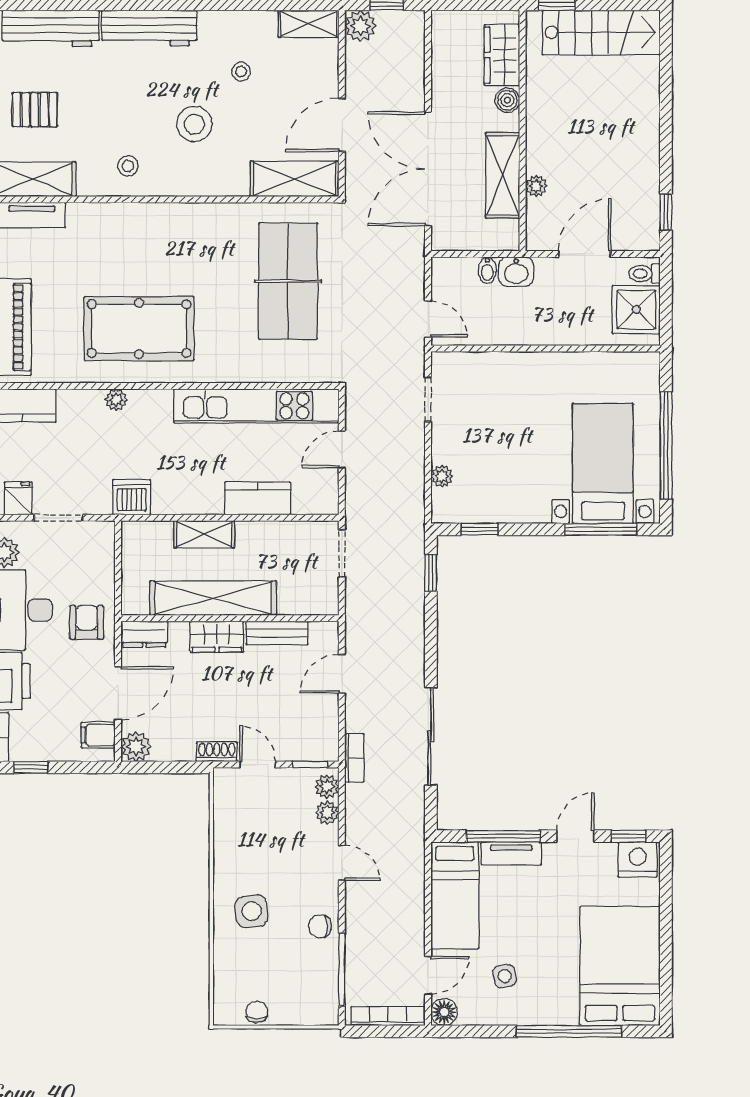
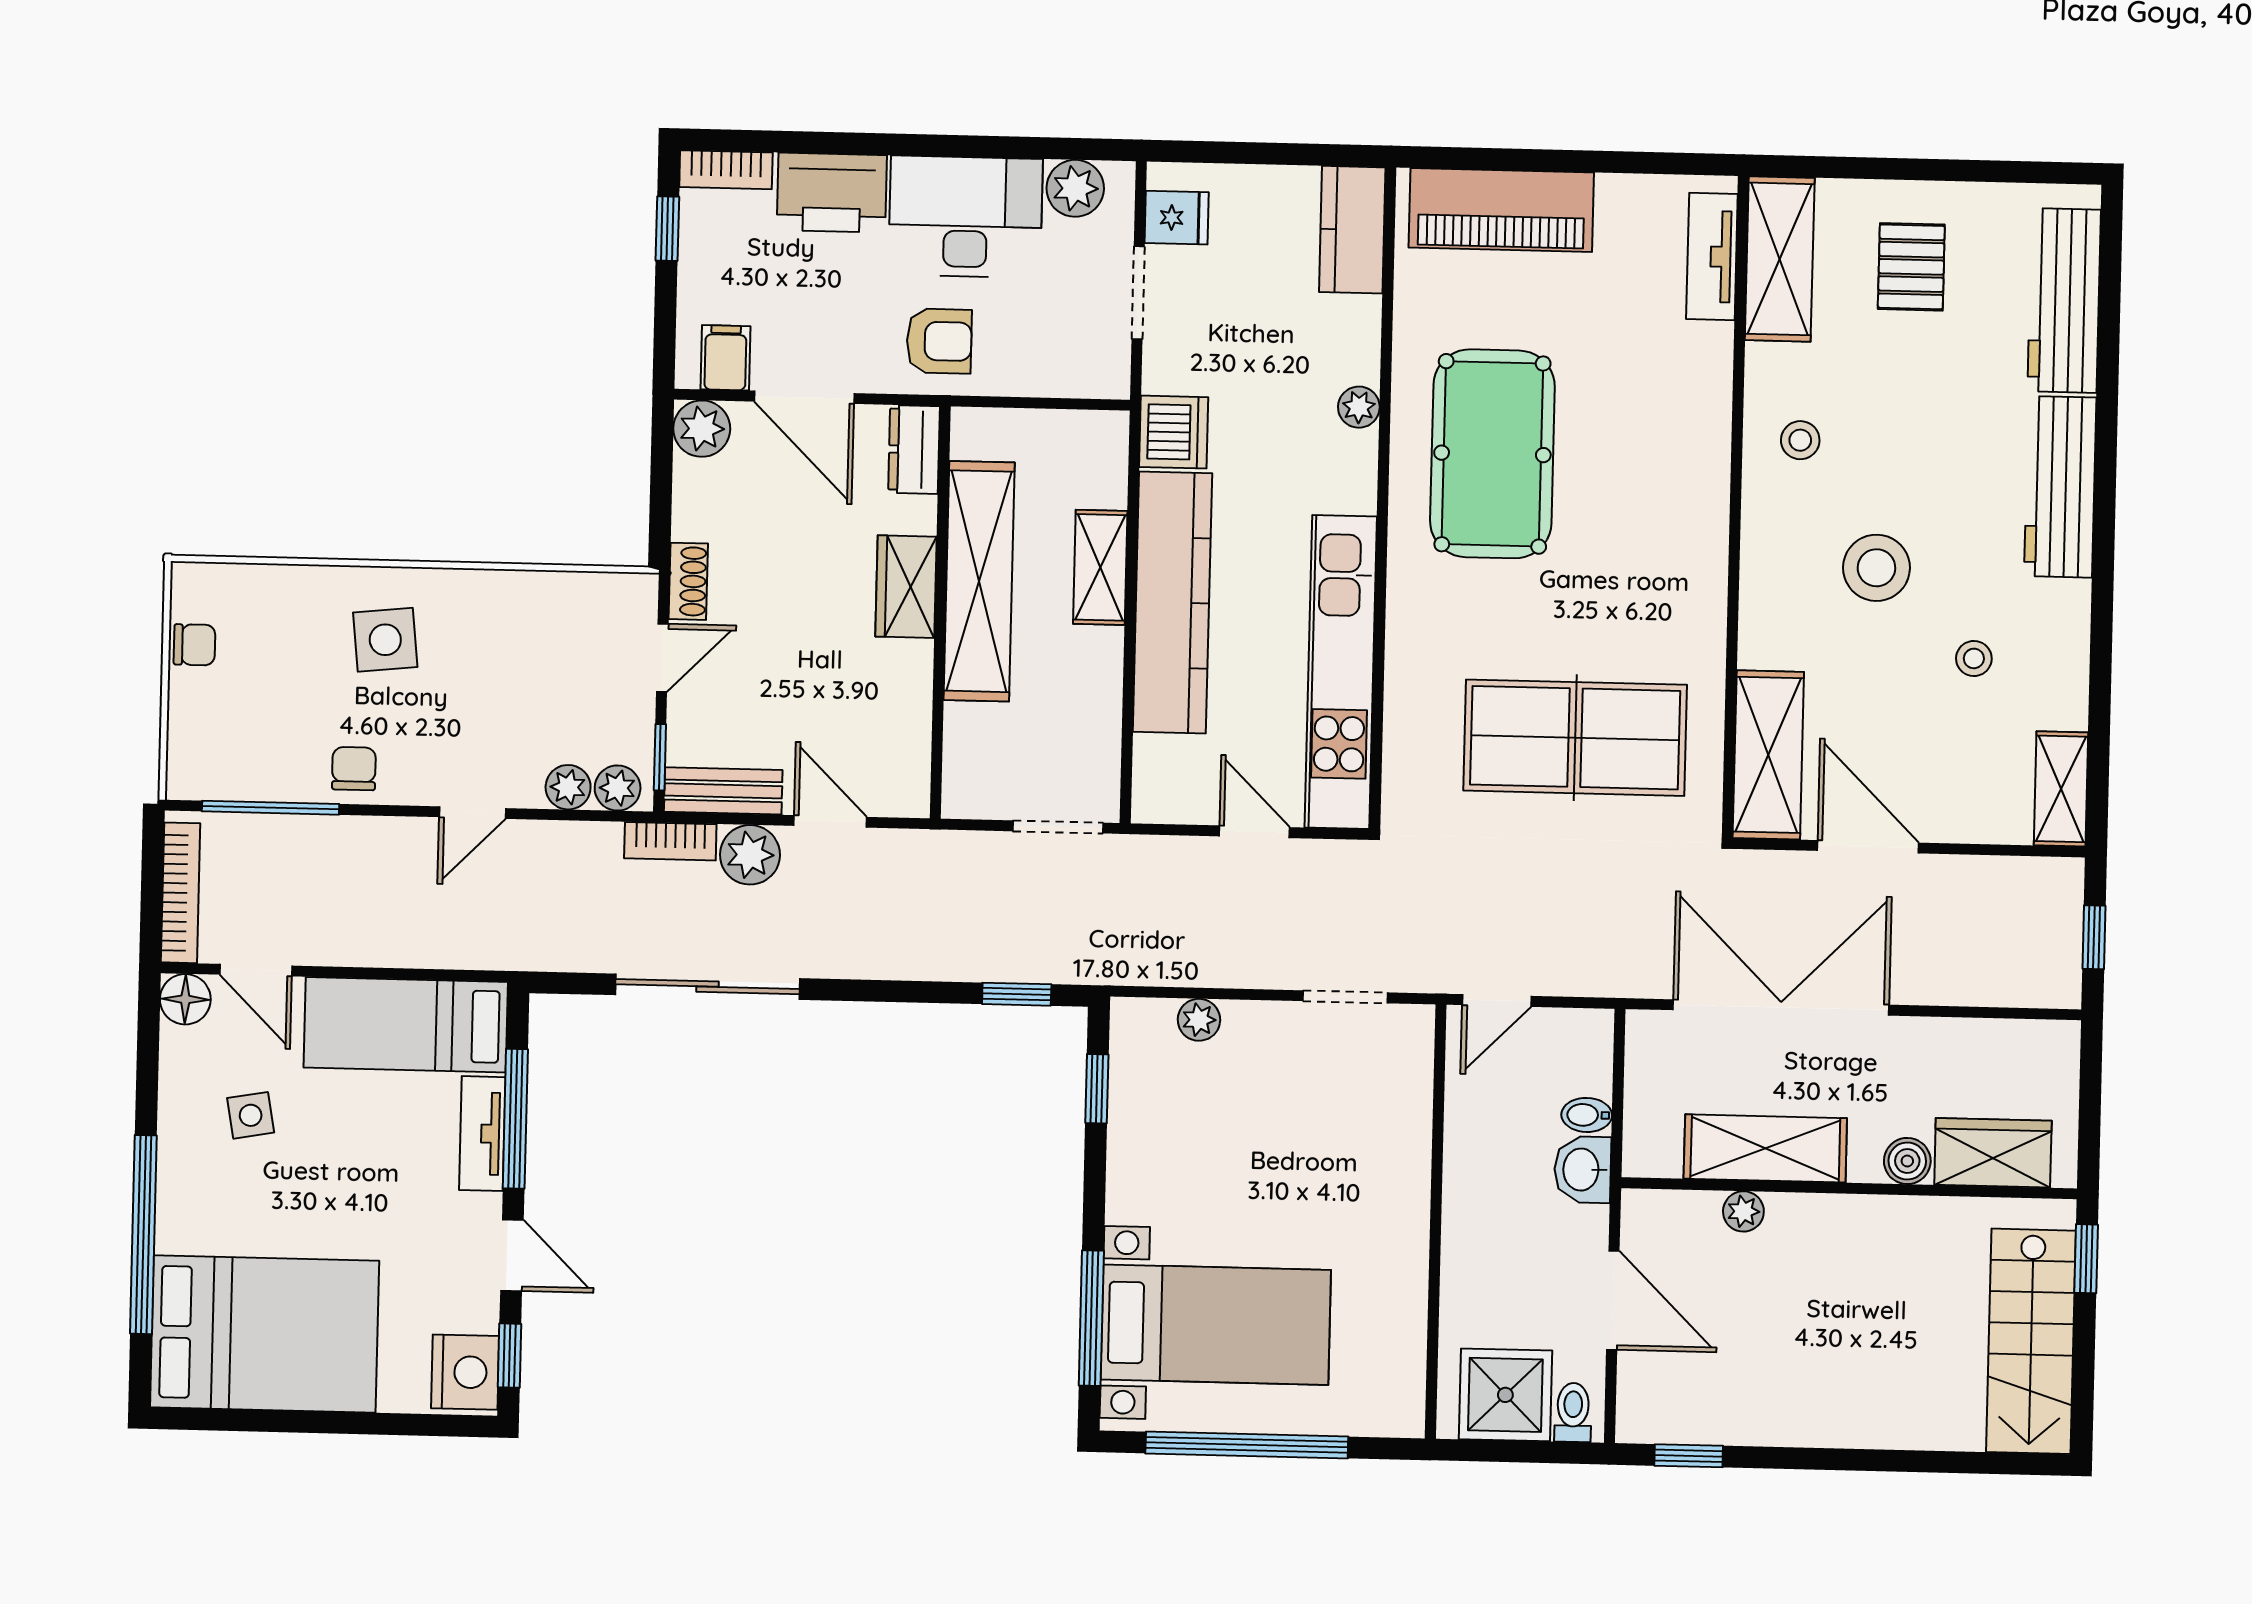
plant: (361, 26) -> (750, 855), moved
kitchen counter: (258, 498) -> (1172, 603), width x2.08, depth x1.17
bench: (277, 633) -> (723, 791), moved, turned 90

